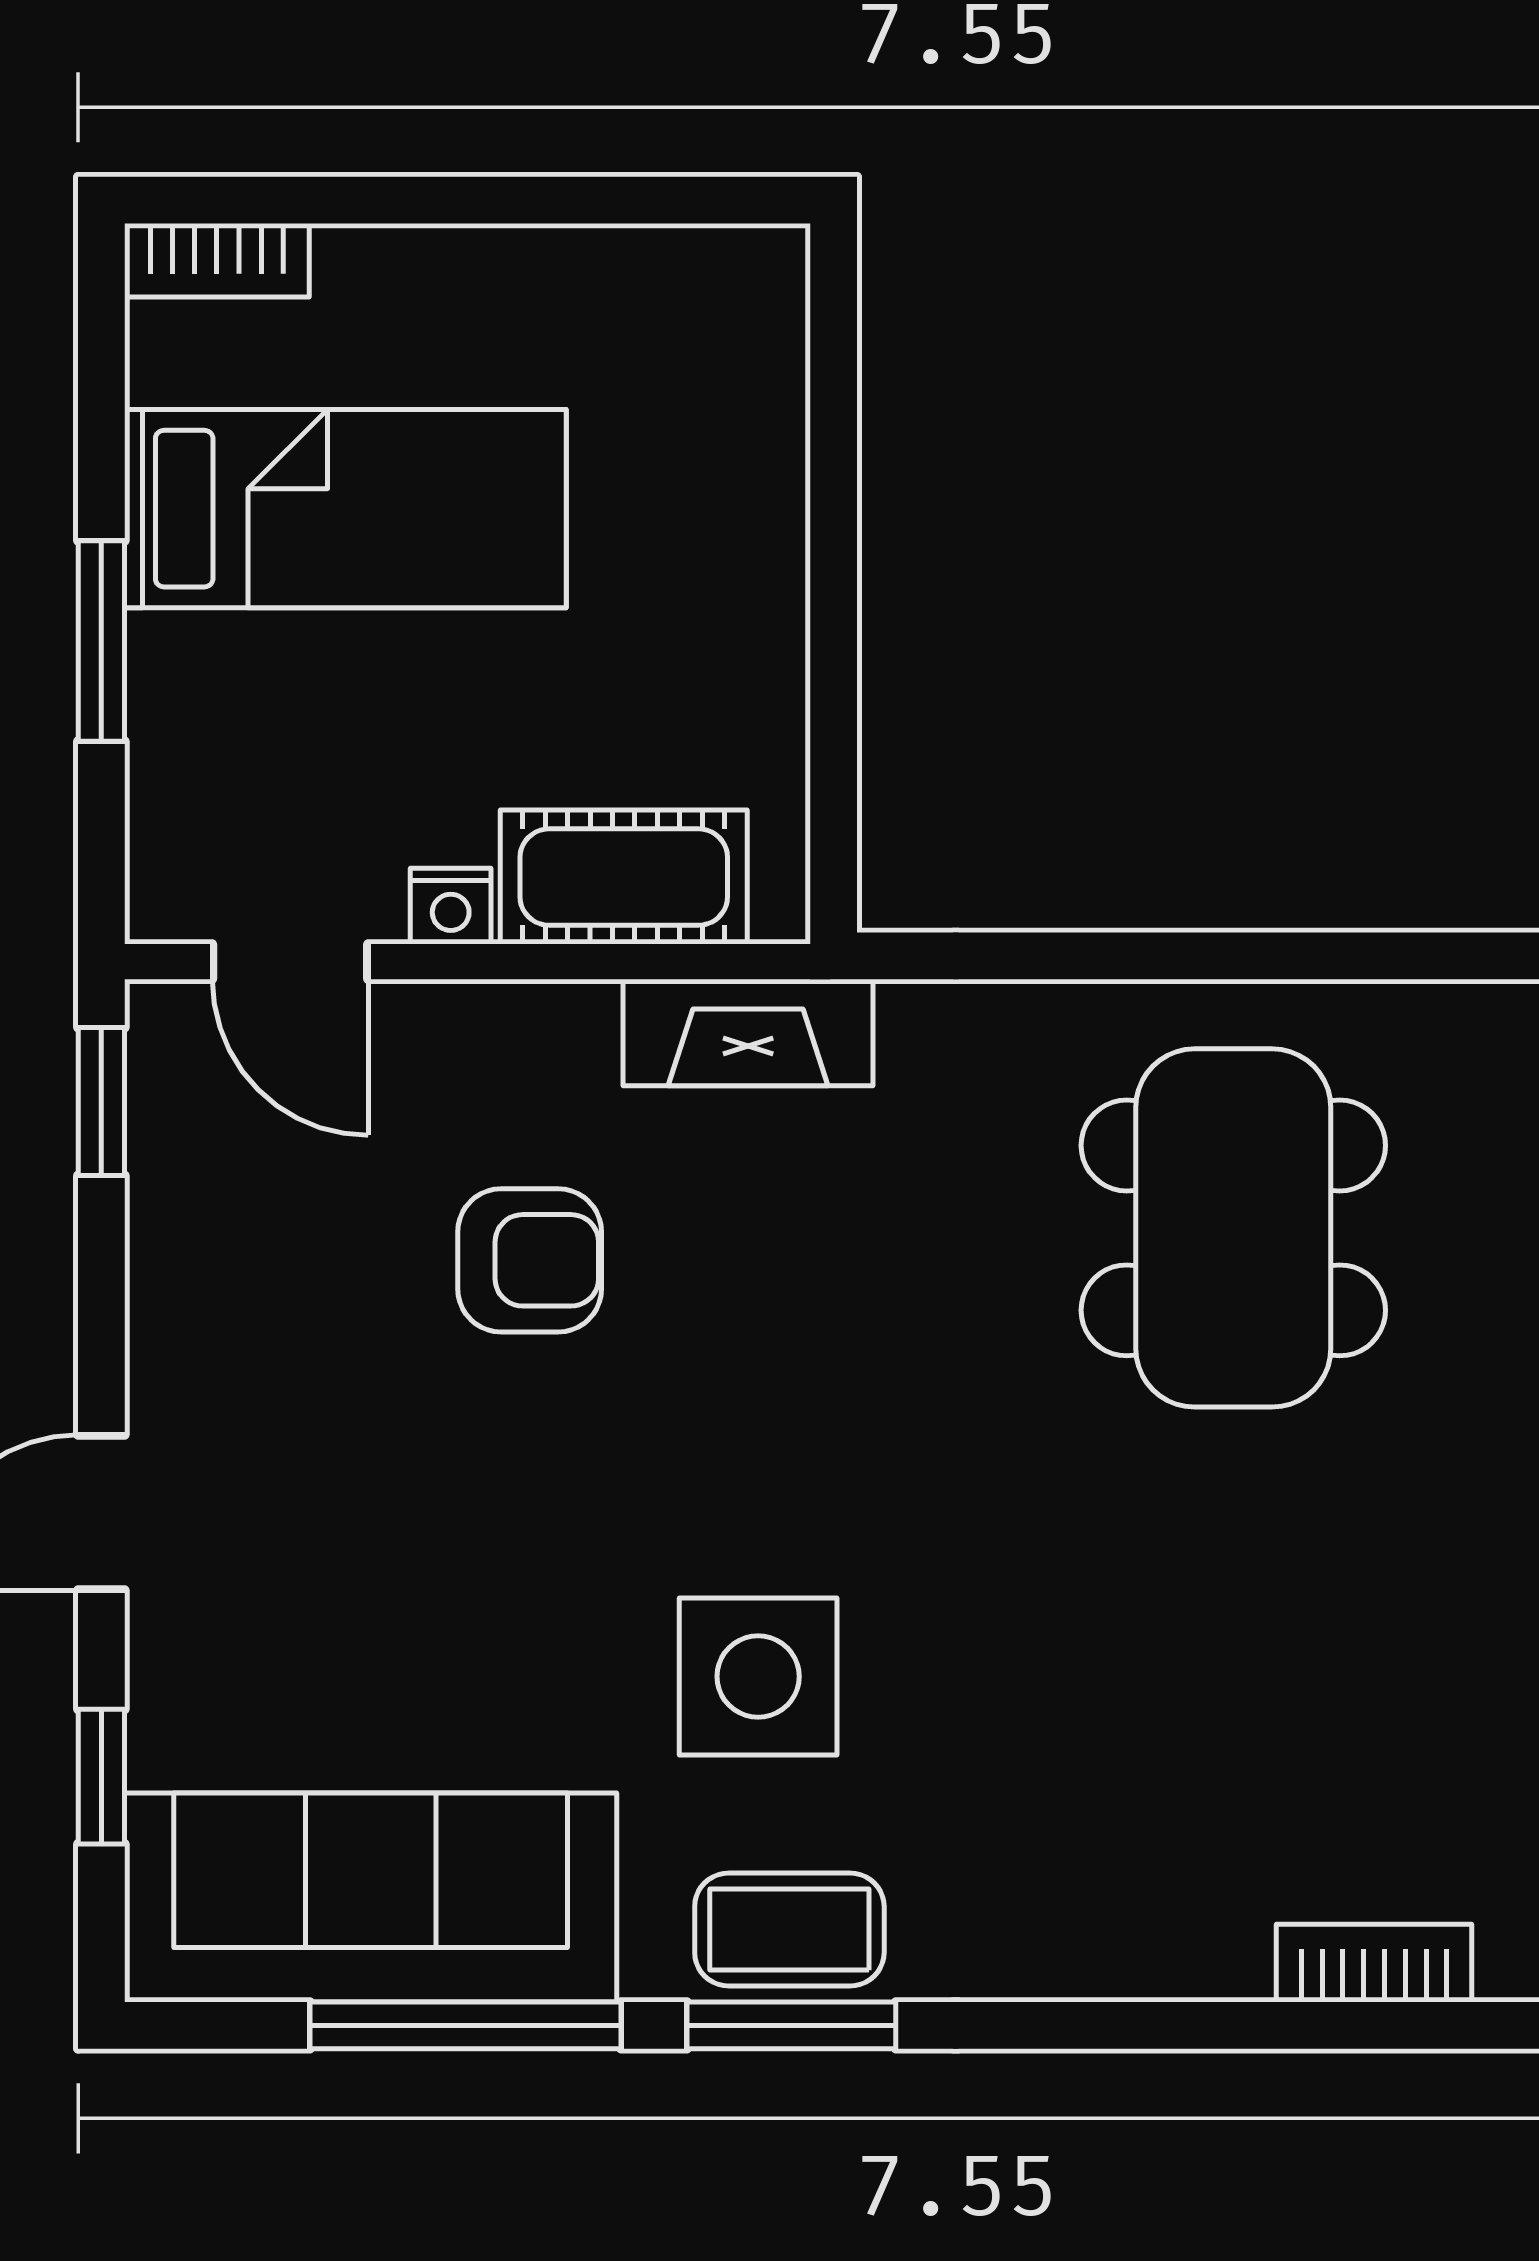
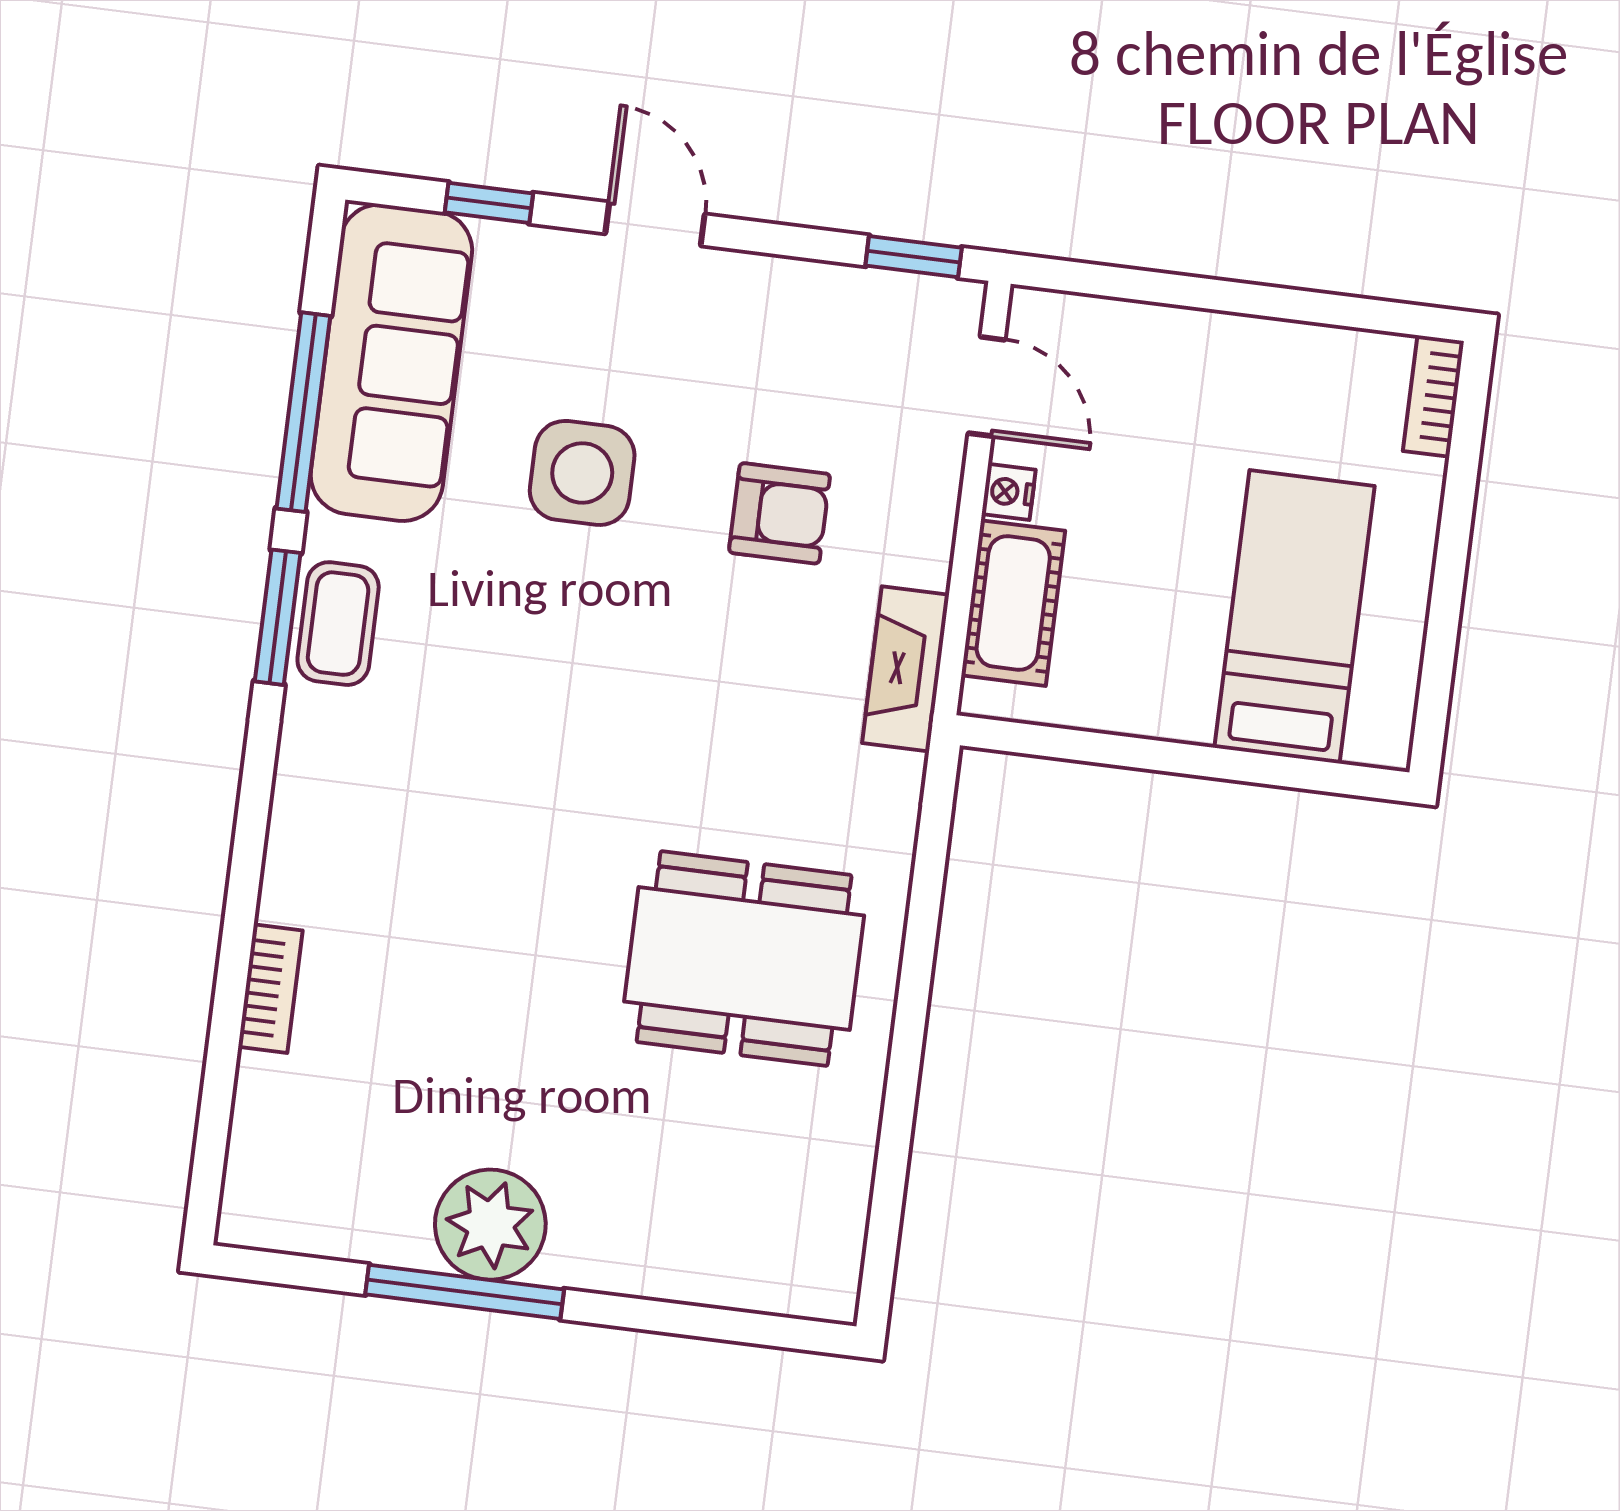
bed: (345, 509) -> (1294, 617), moved, turned 180
window: (101, 641) -> (1203, 293), removed
door: (290, 962) -> (986, 386), swing flipped
armchair: (530, 1260) -> (780, 513), turned -90
side table: (758, 1676) -> (582, 473), moved

